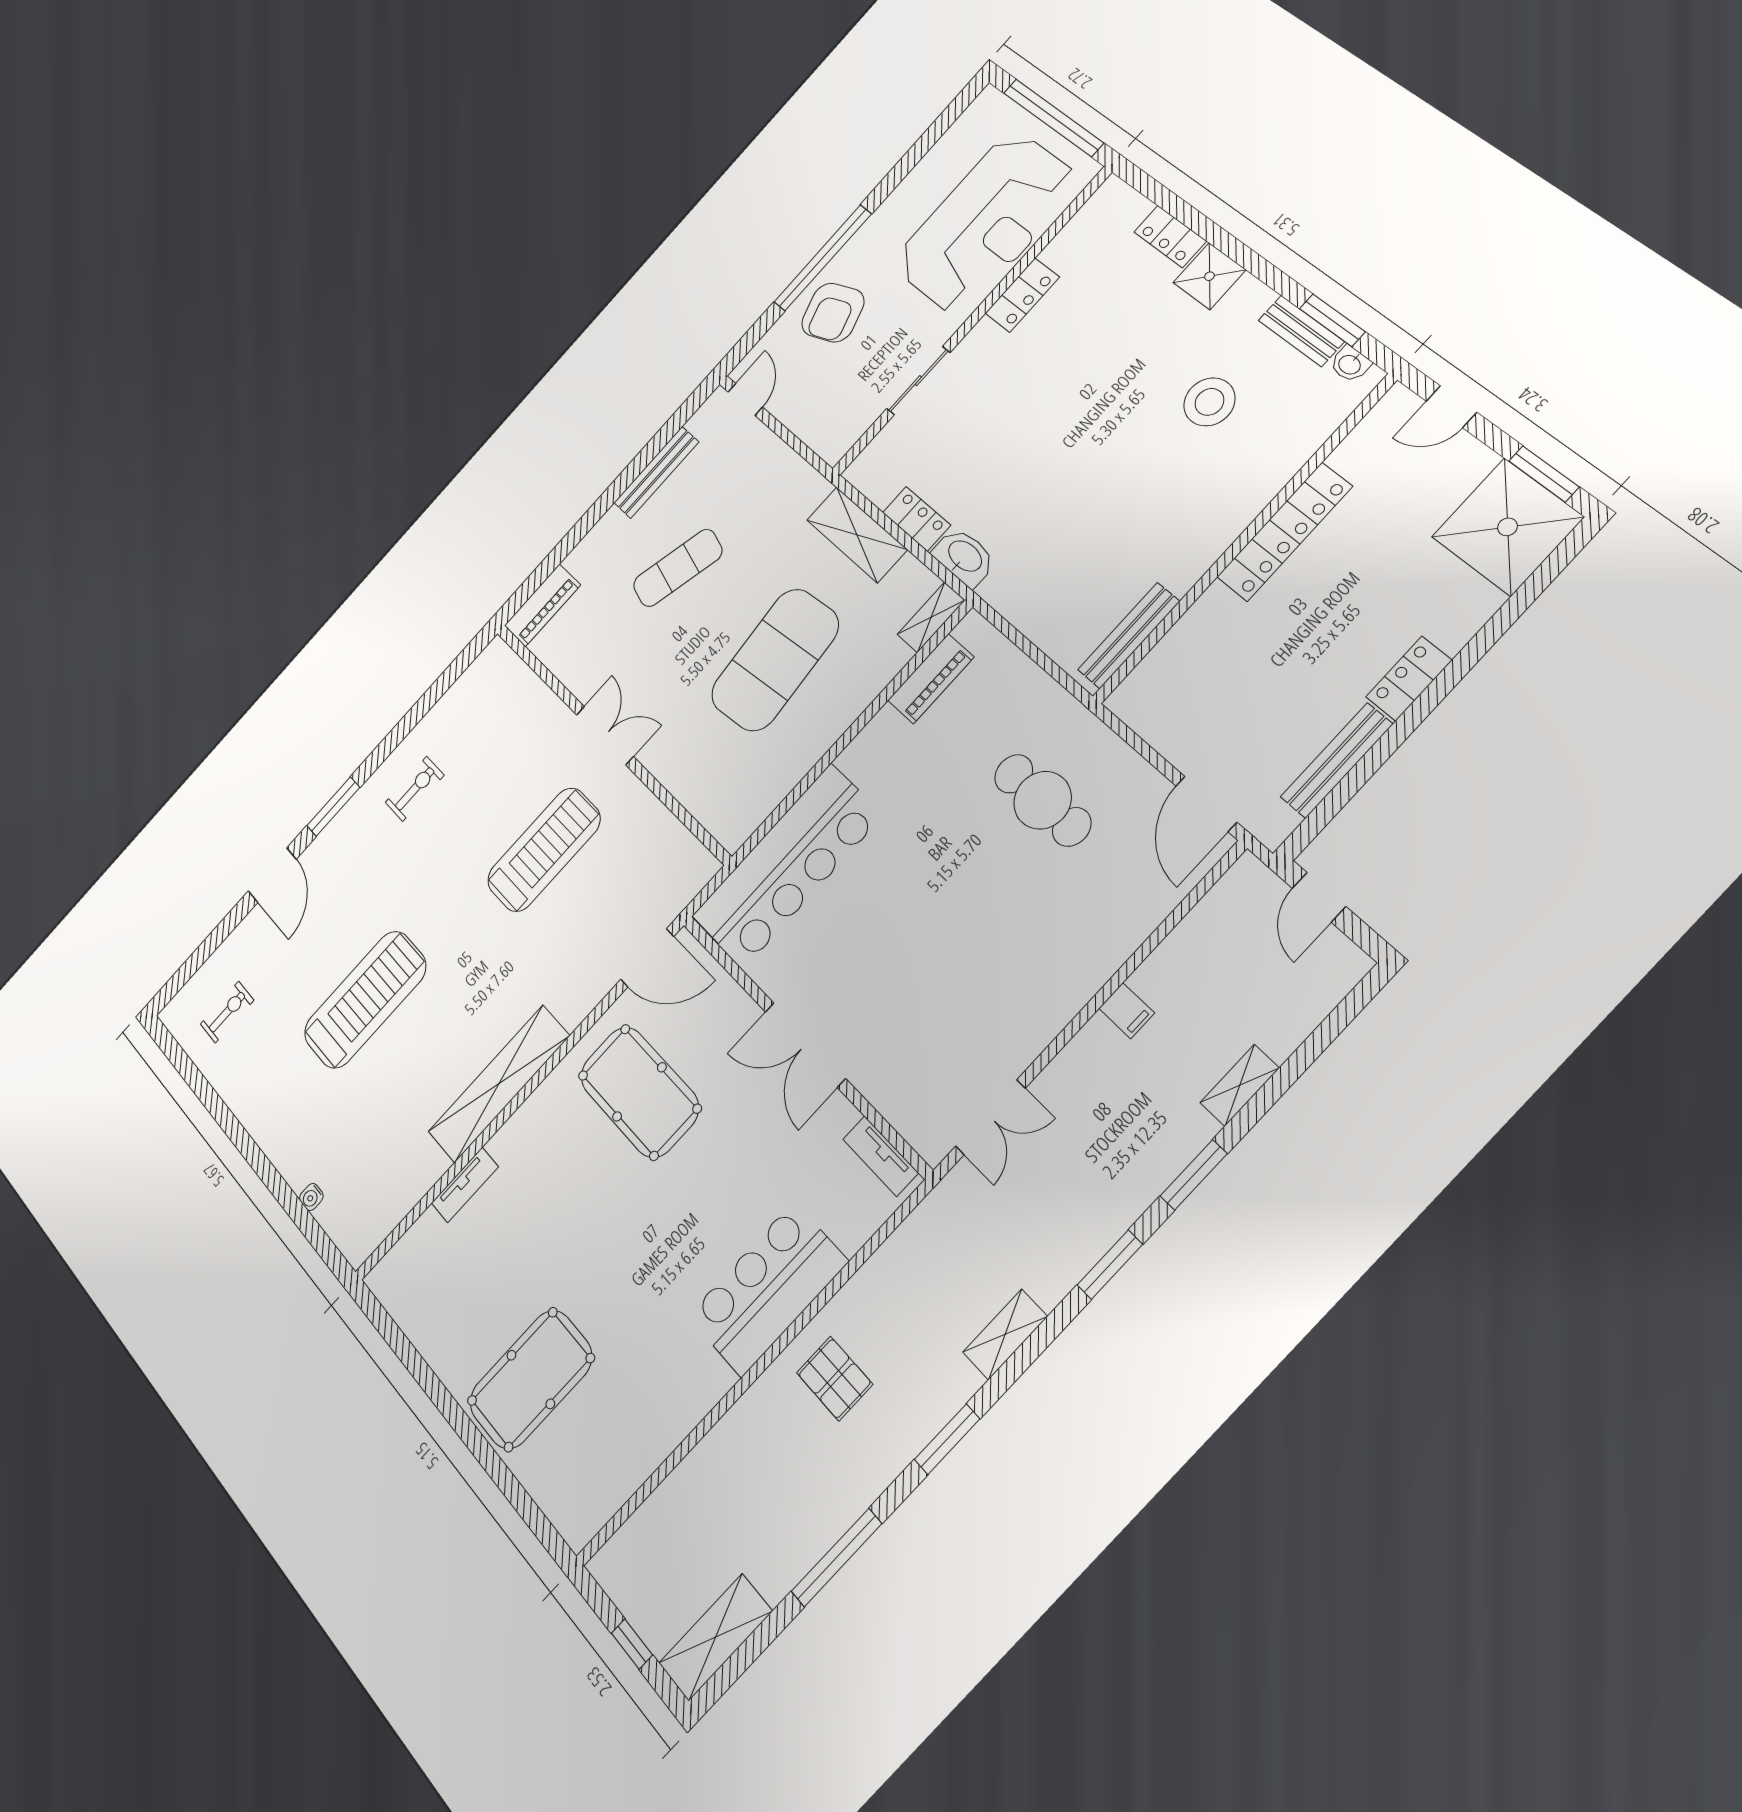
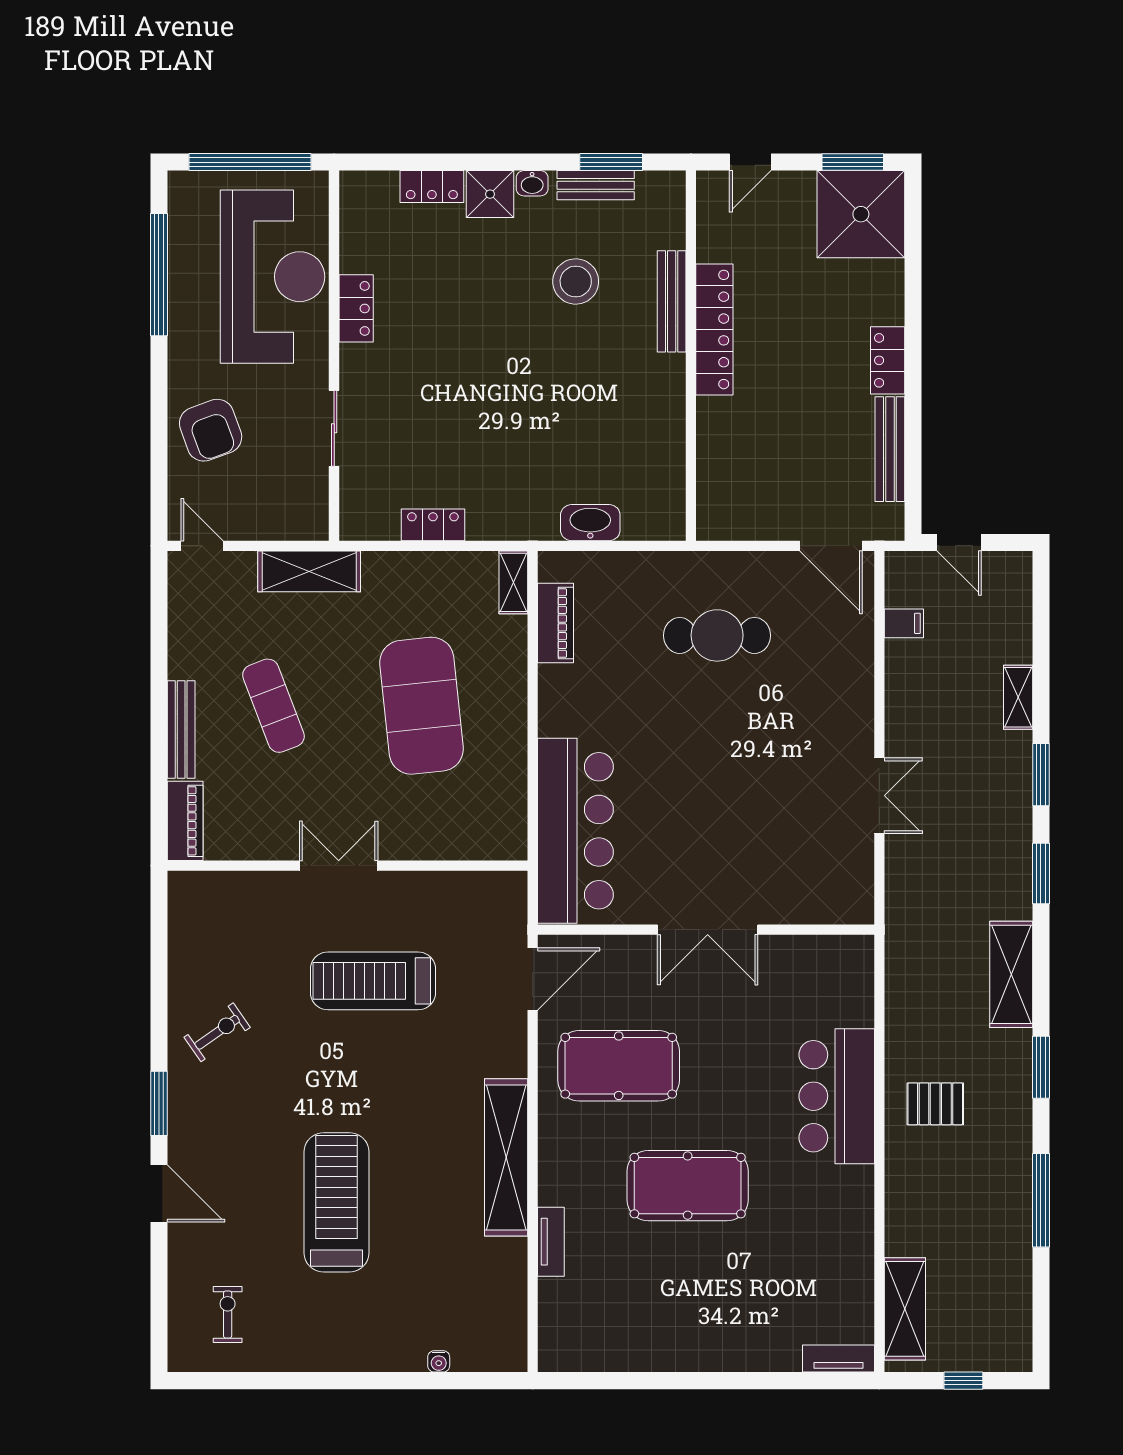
window: (823, 258) -> (159, 275), moved
washbasin: (1350, 364) -> (532, 183), moved
bench: (656, 472) -> (181, 729), moved
shelving: (857, 535) -> (309, 571), moved
washbasin: (964, 557) -> (590, 523), moved
exercise mat: (678, 568) -> (273, 706), turned -36
bench: (1129, 636) -> (672, 301), moved
exercise bike: (415, 789) -> (217, 1032), turned 55
treadmill: (544, 850) -> (373, 981), turned -90
filing cabinet: (1127, 1011) -> (904, 623), moved
double door: (990, 1117) -> (879, 796), moved
tv unit: (881, 1156) -> (838, 1359), moved, turned 180
shelving: (1005, 1334) -> (1011, 974), width x1.50, depth x1.33
pool table: (531, 1379) -> (688, 1186), moved, turned 90
shelving: (715, 1637) -> (905, 1309), moved

